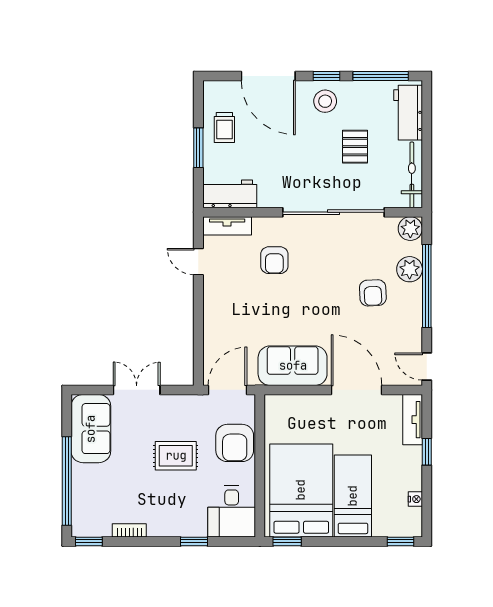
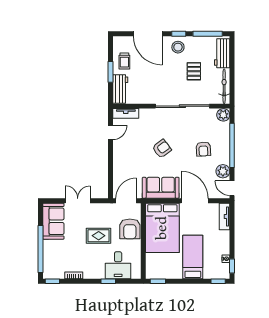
workbench: (230, 194) -> (120, 89), moved, turned 90
armchair: (274, 260) -> (162, 149), moved, turned -127
door: (198, 262) -> (111, 132), swing flipped
plant: (410, 269) -> (223, 171), moved
window: (427, 452) -> (232, 266), moved
bed: (301, 490) -> (162, 228), moved, turned 180
desk: (232, 511) -> (118, 265), moved

